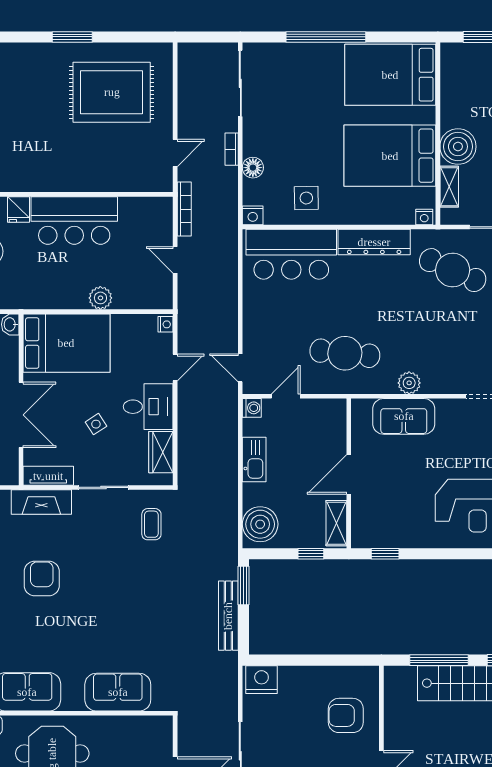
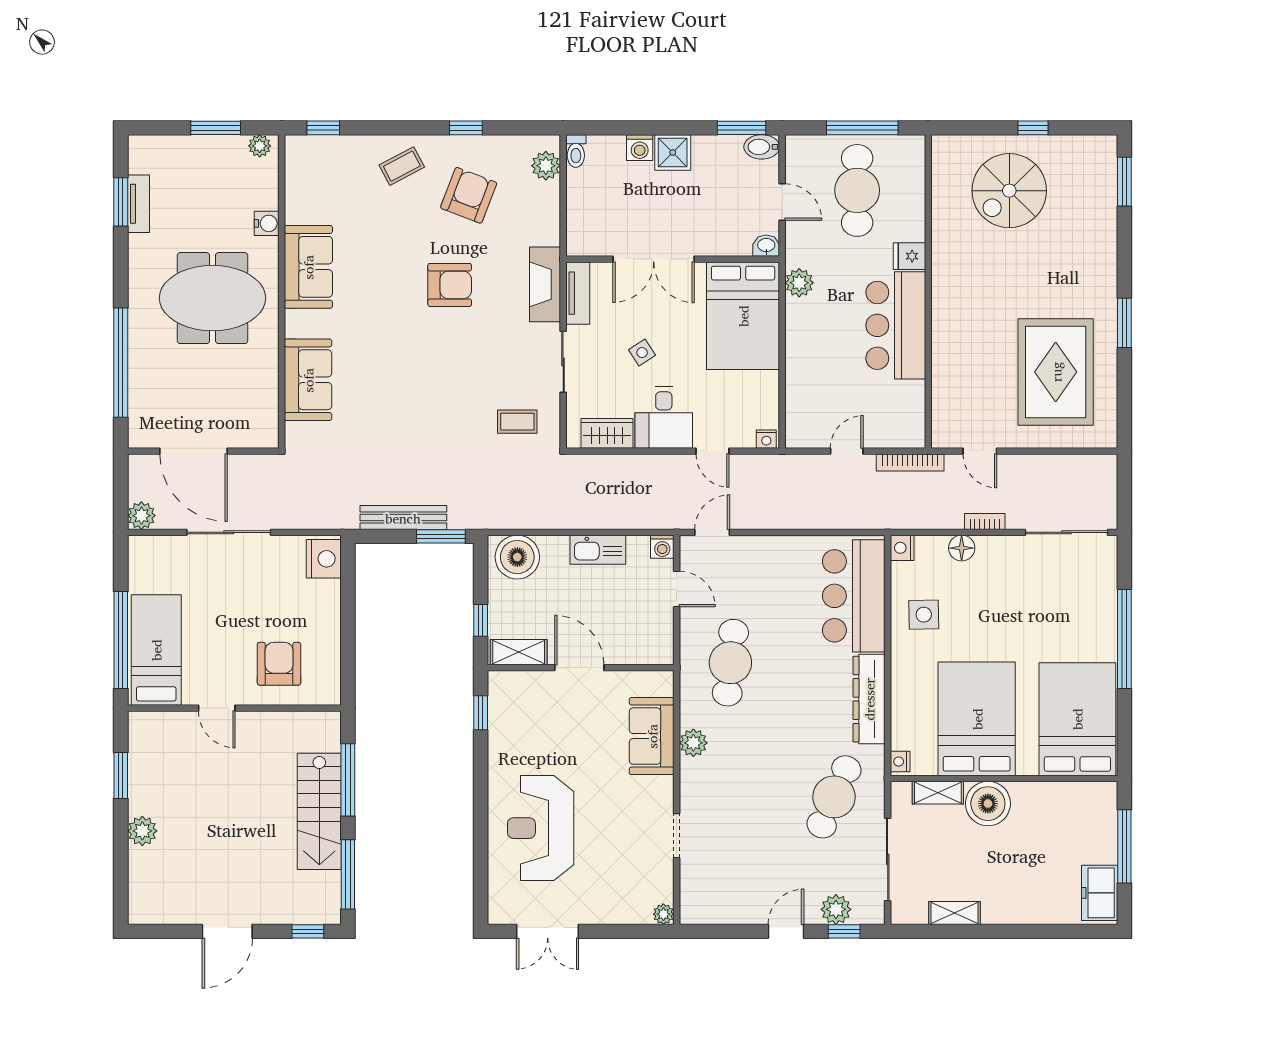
plant: (100, 298) -> (799, 283), moved

